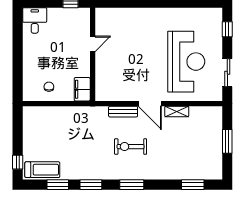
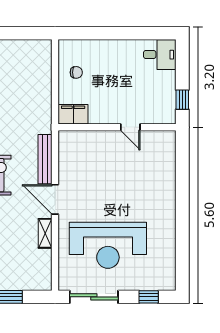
sliding door: (227, 73) -> (94, 297), width x1.37
door: (150, 104) -> (55, 199), hinge flipped
bench: (123, 112) -> (45, 159), width x1.36

